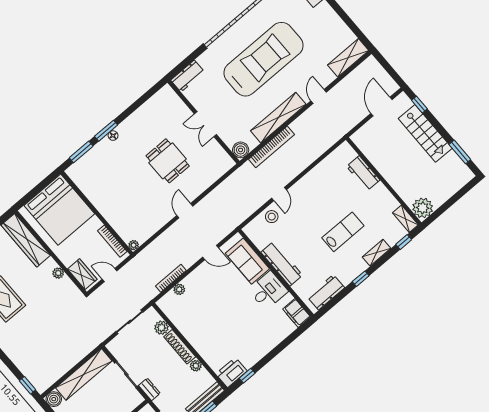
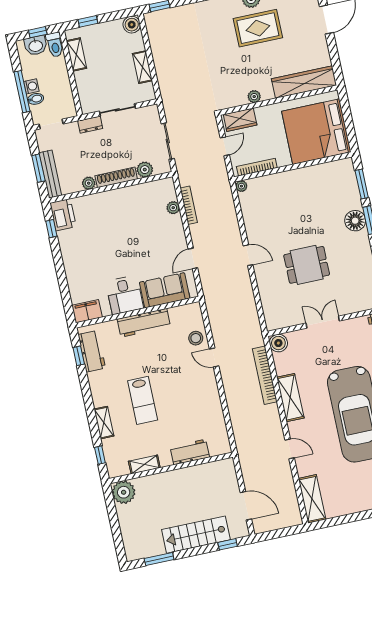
shelving: (278, 118) -> (290, 398), width x0.68
floor lamp: (113, 136) -> (355, 221), width x1.89, depth x1.89
shelving: (405, 219) -> (144, 464), moved
window: (361, 279) -> (79, 356), moved
shelving: (84, 374) -> (142, 67), width x0.45, depth x0.75

